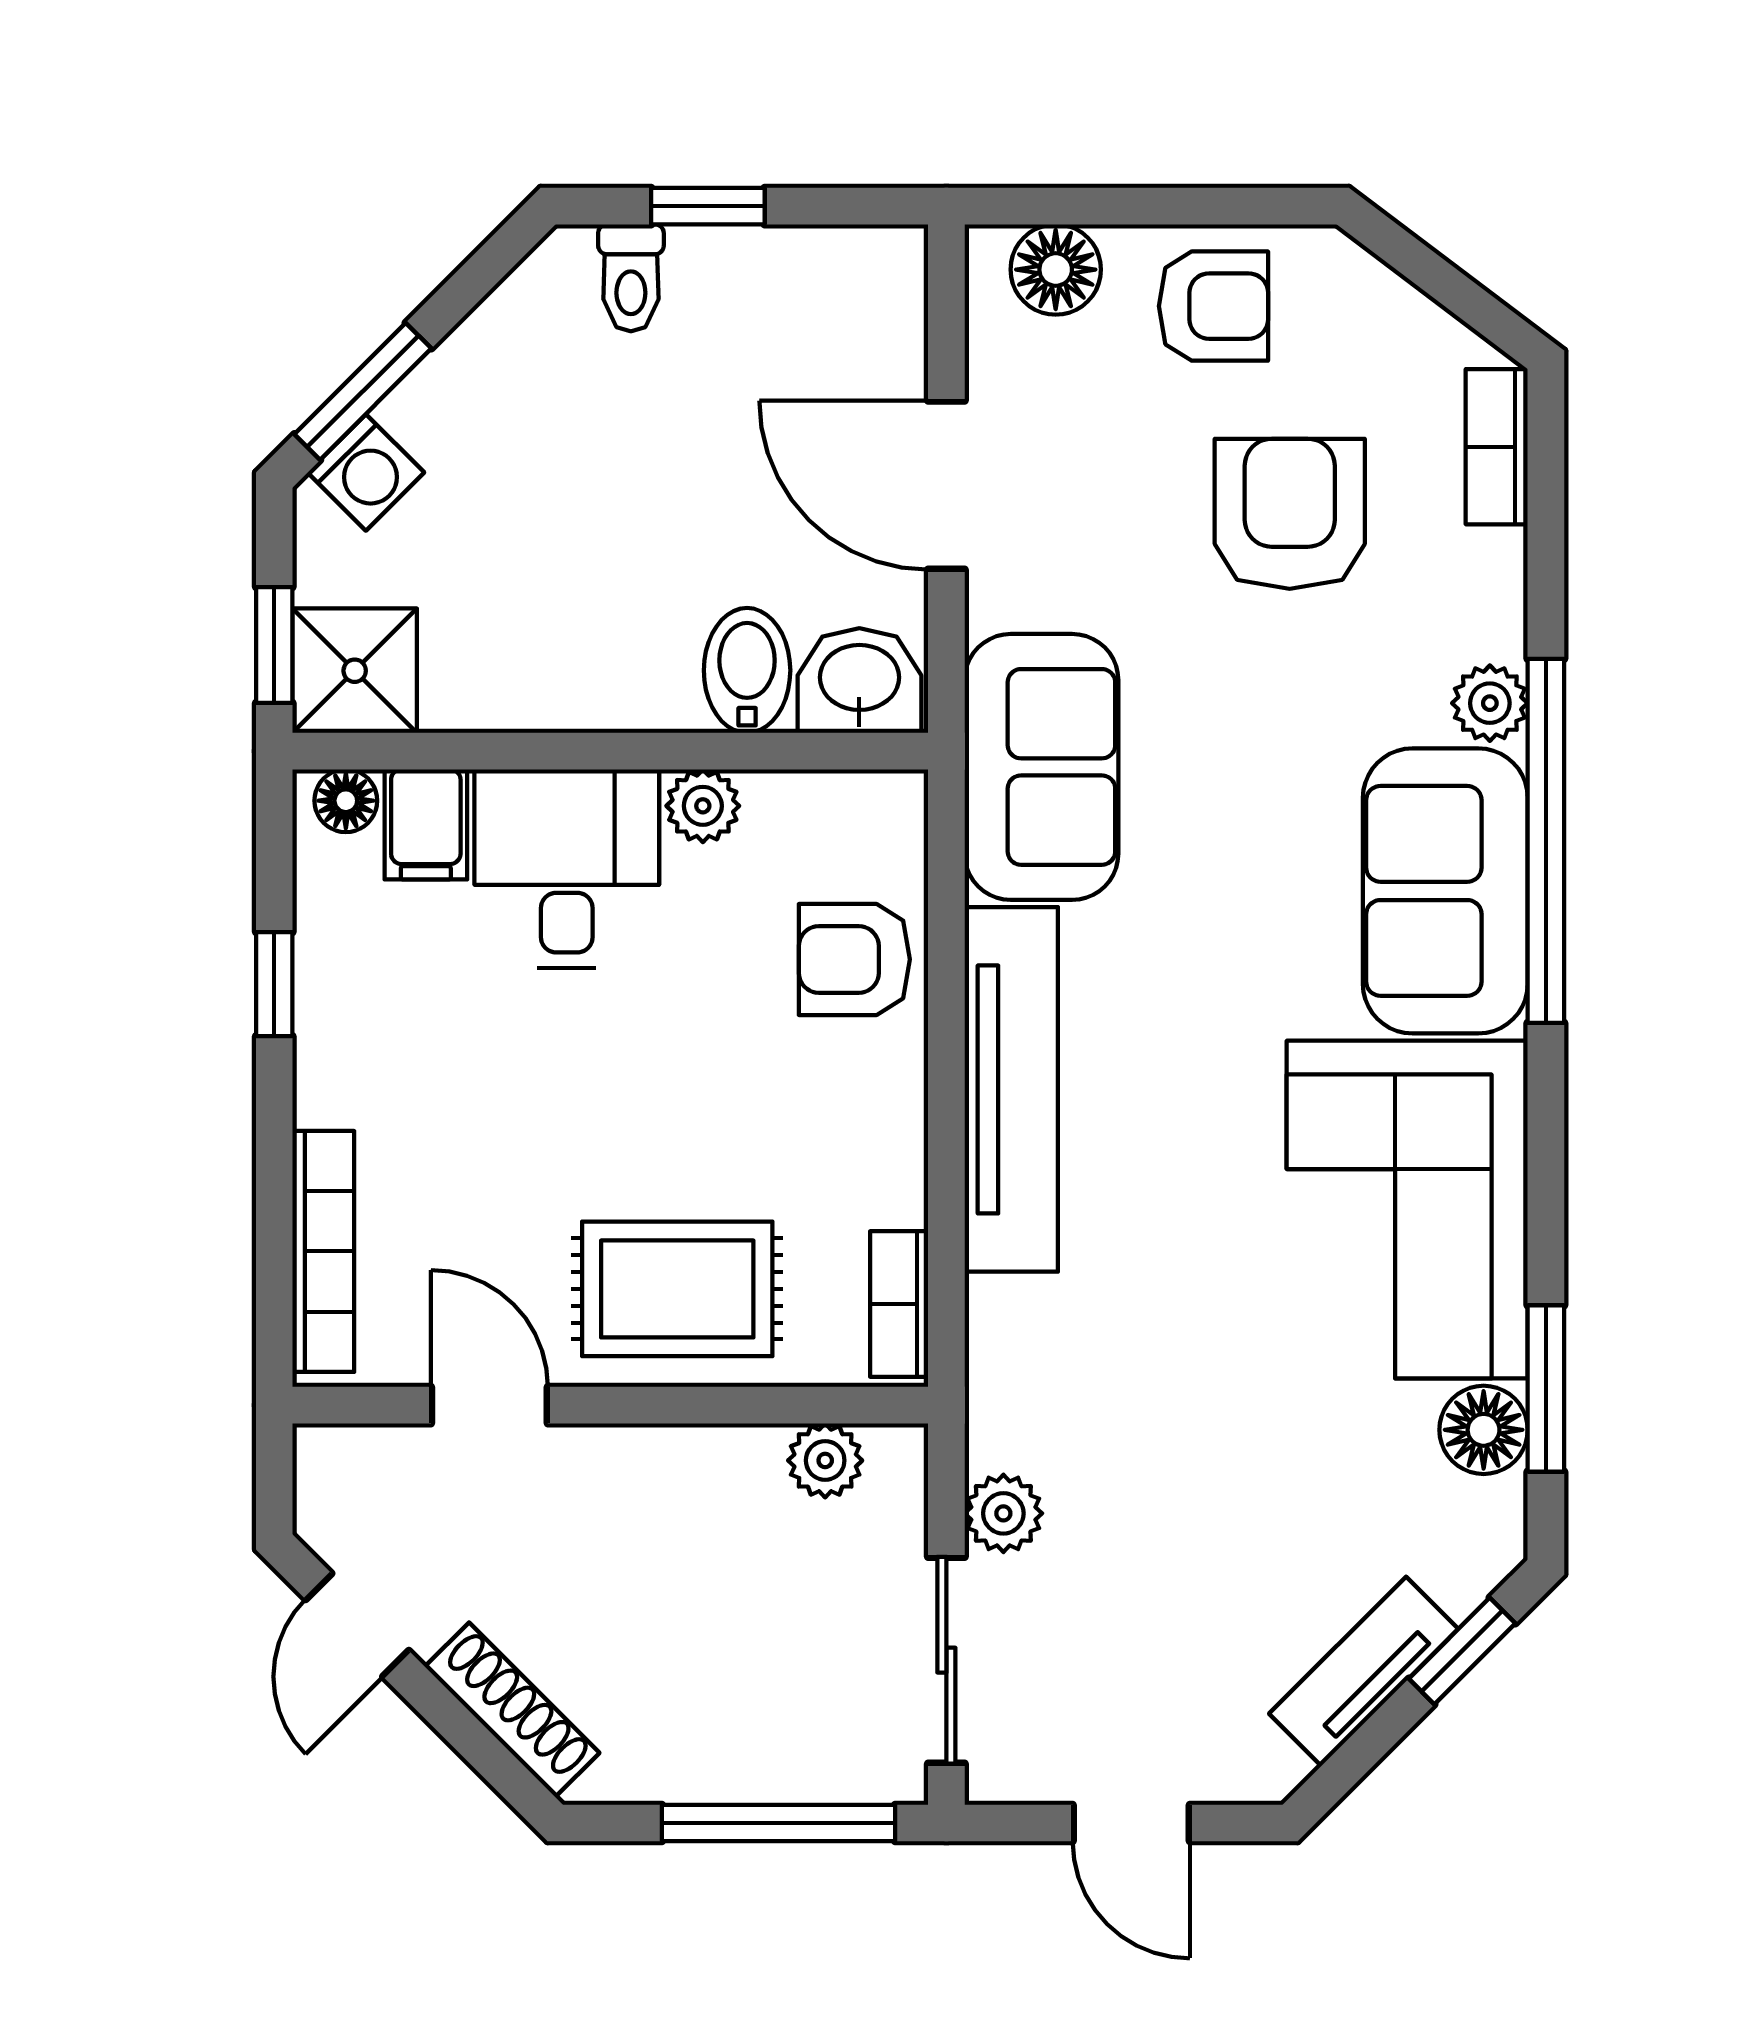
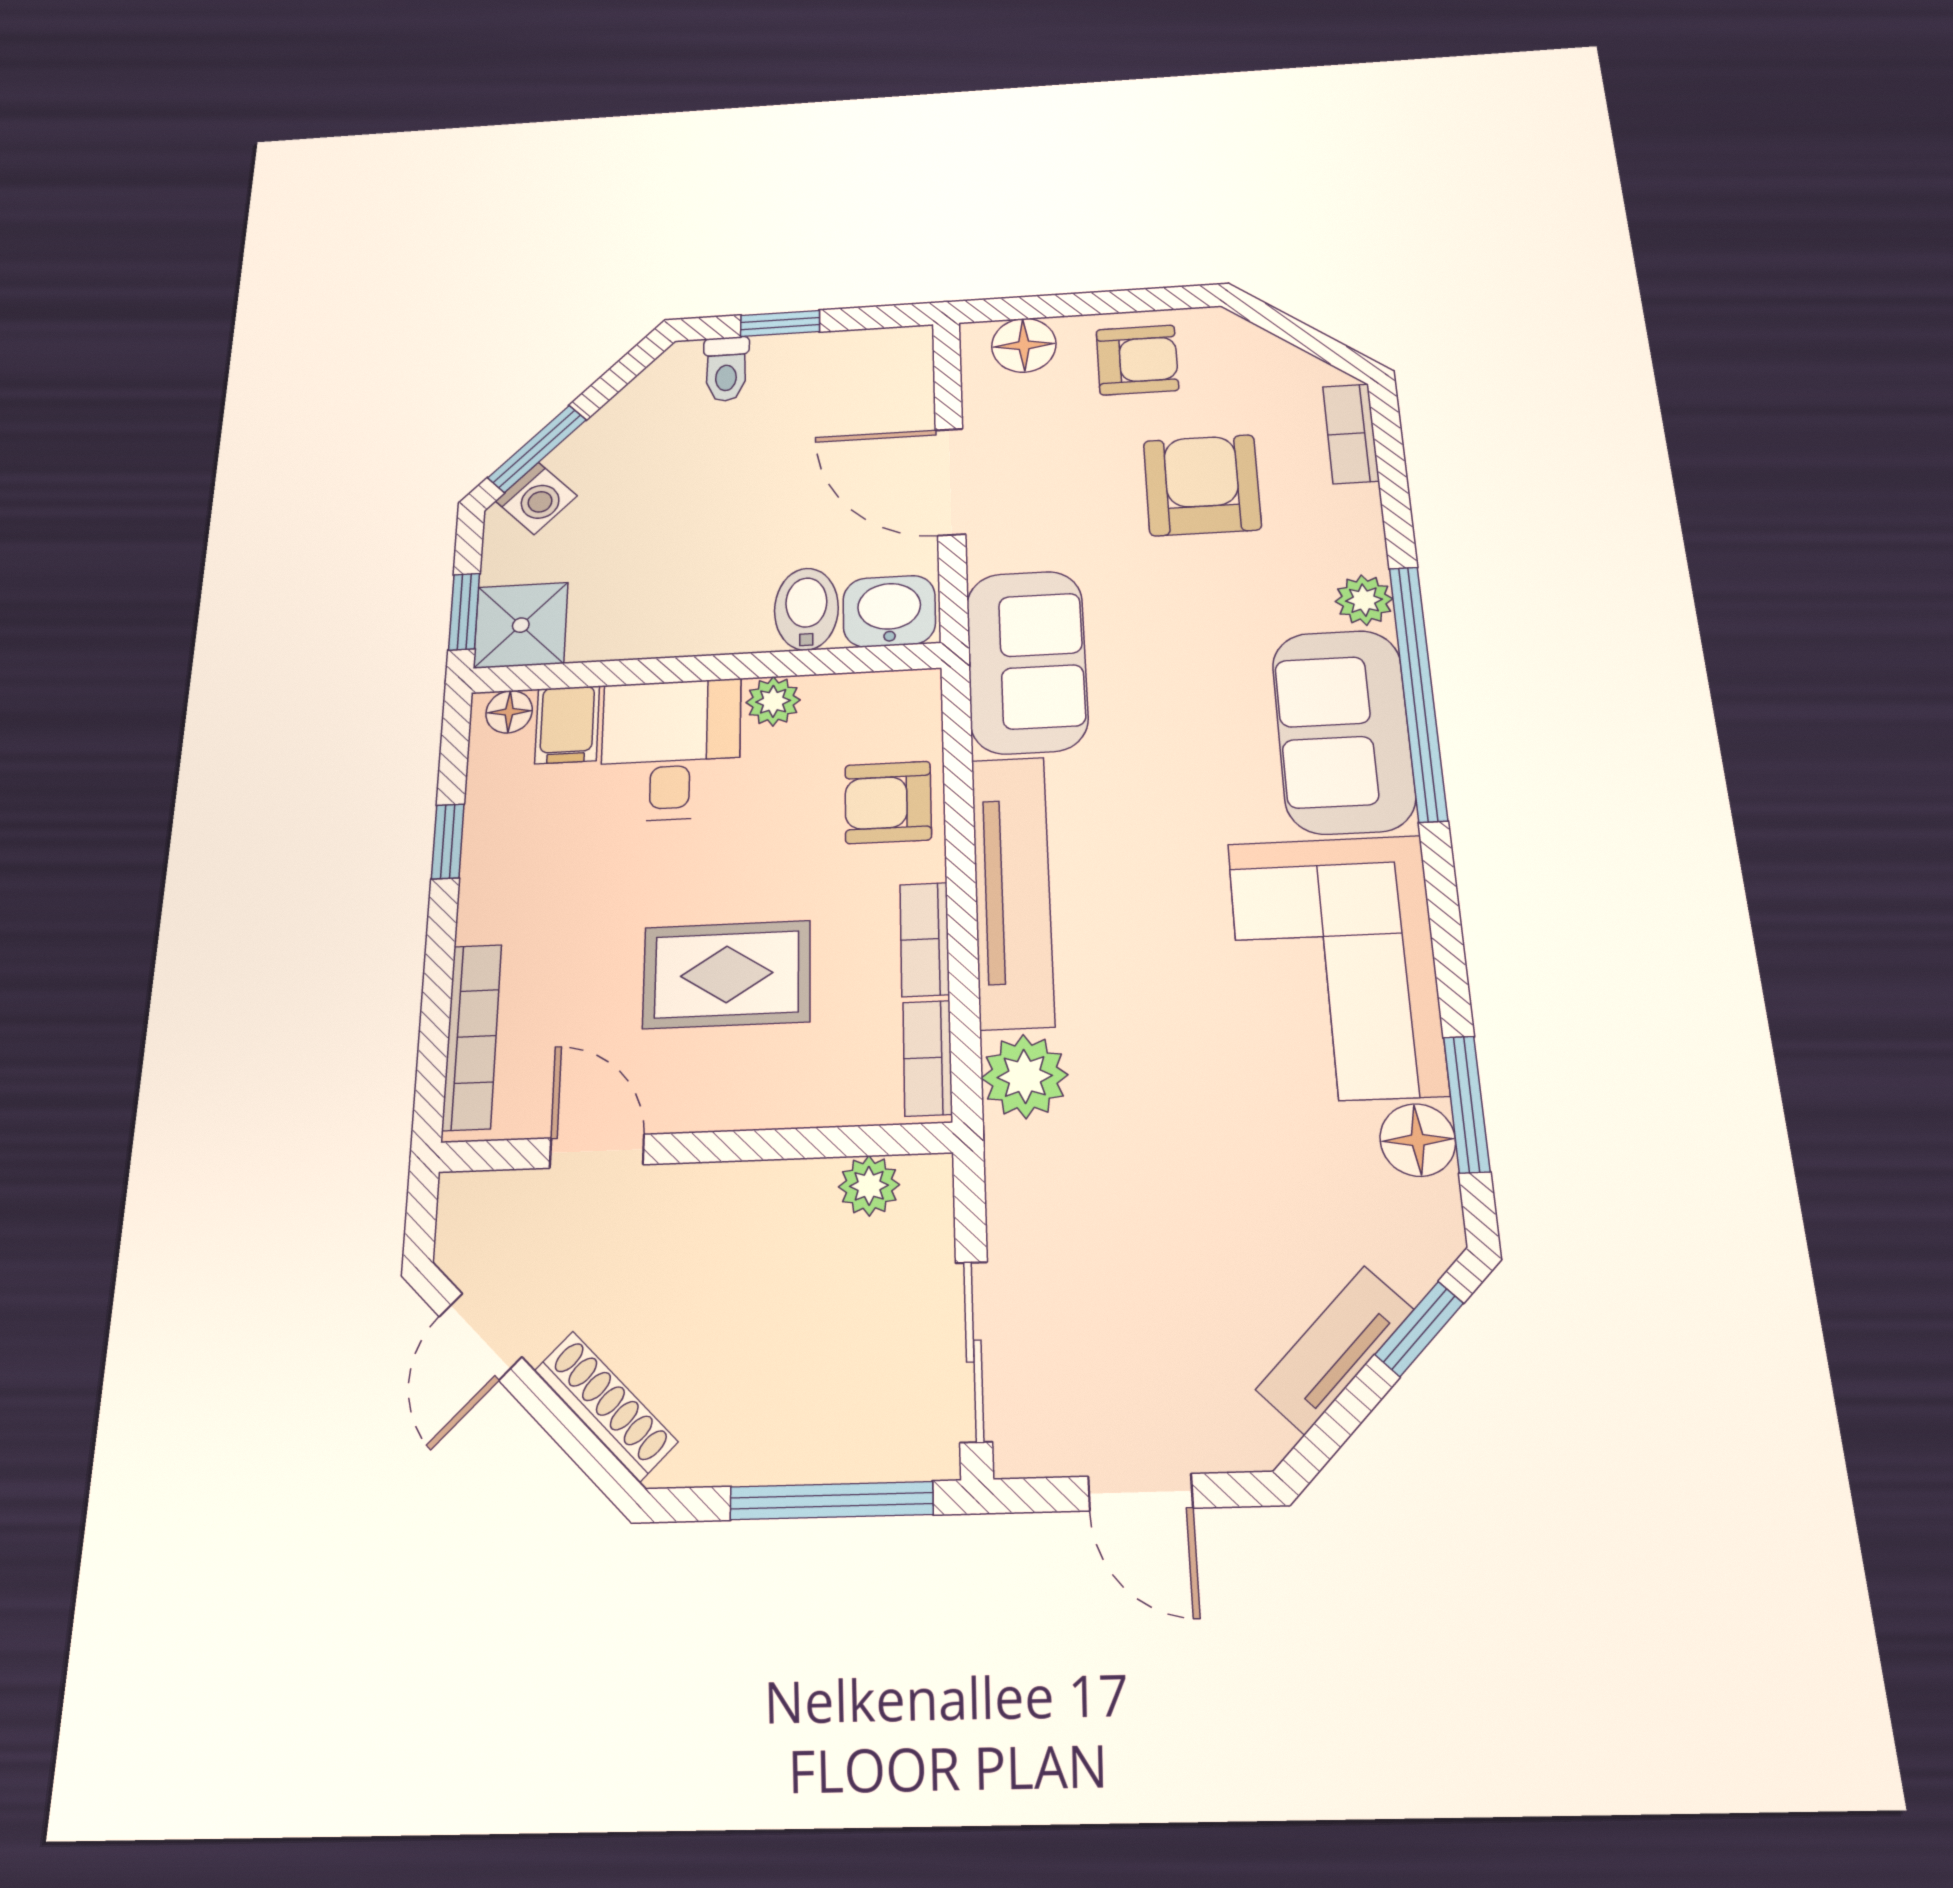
bookcase: (898, 1149) -> (925, 939), added
rug: (677, 1289) -> (727, 974), moved
plant: (1003, 1513) -> (1025, 1076), moved, width x1.38, depth x1.38

